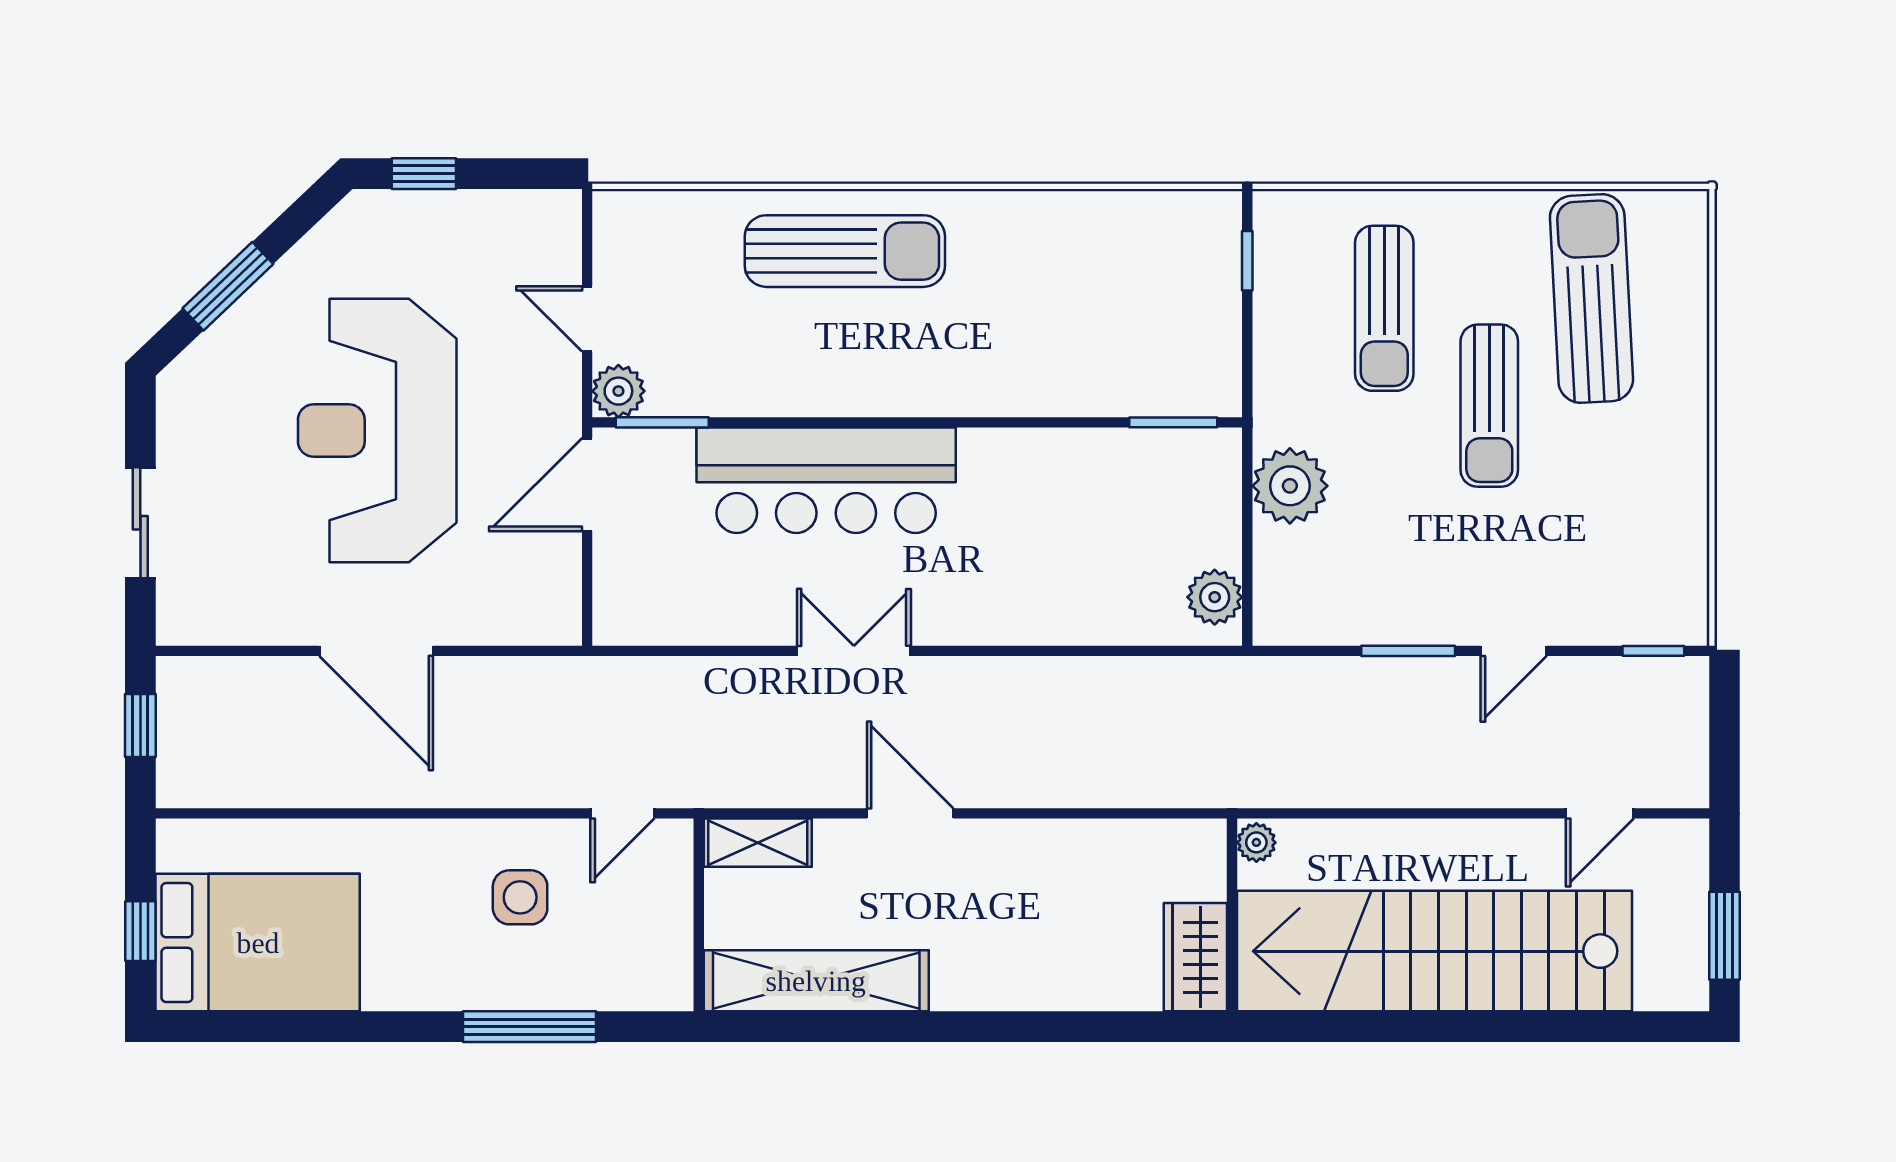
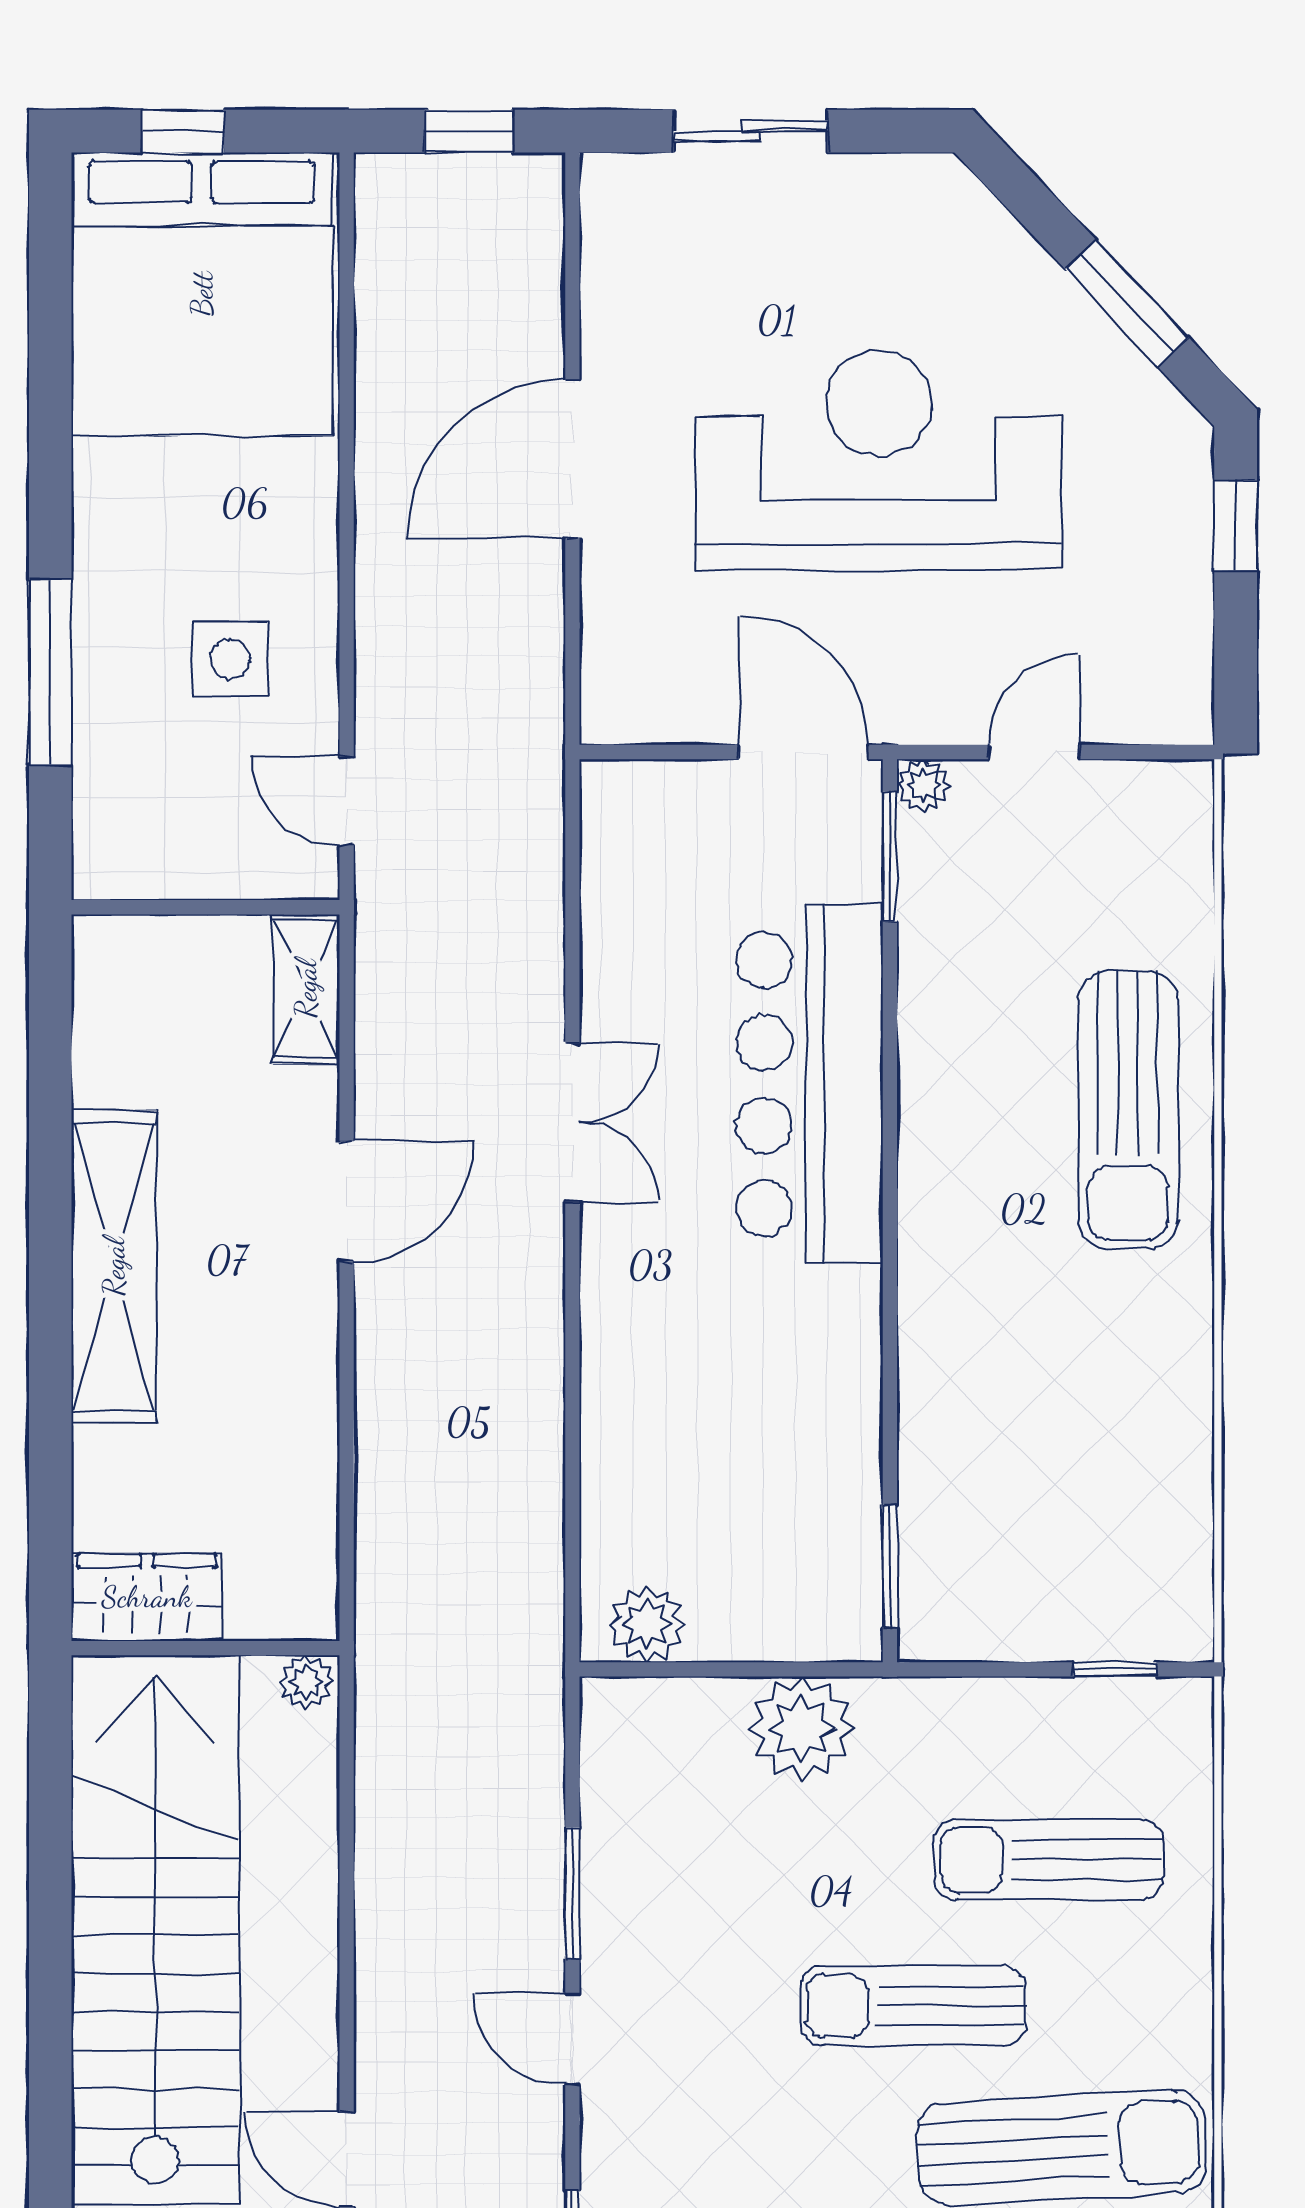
window: (228, 286) -> (1127, 303), moved
plant: (618, 391) -> (923, 786), width x0.73, depth x0.73
bed: (258, 943) -> (202, 294), width x1.36
shelving: (816, 981) -> (114, 1267), moved

